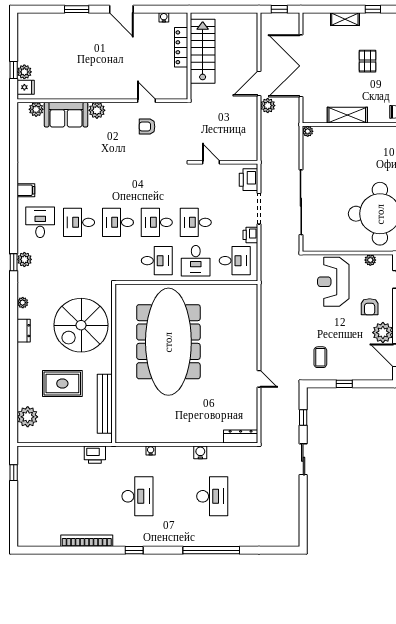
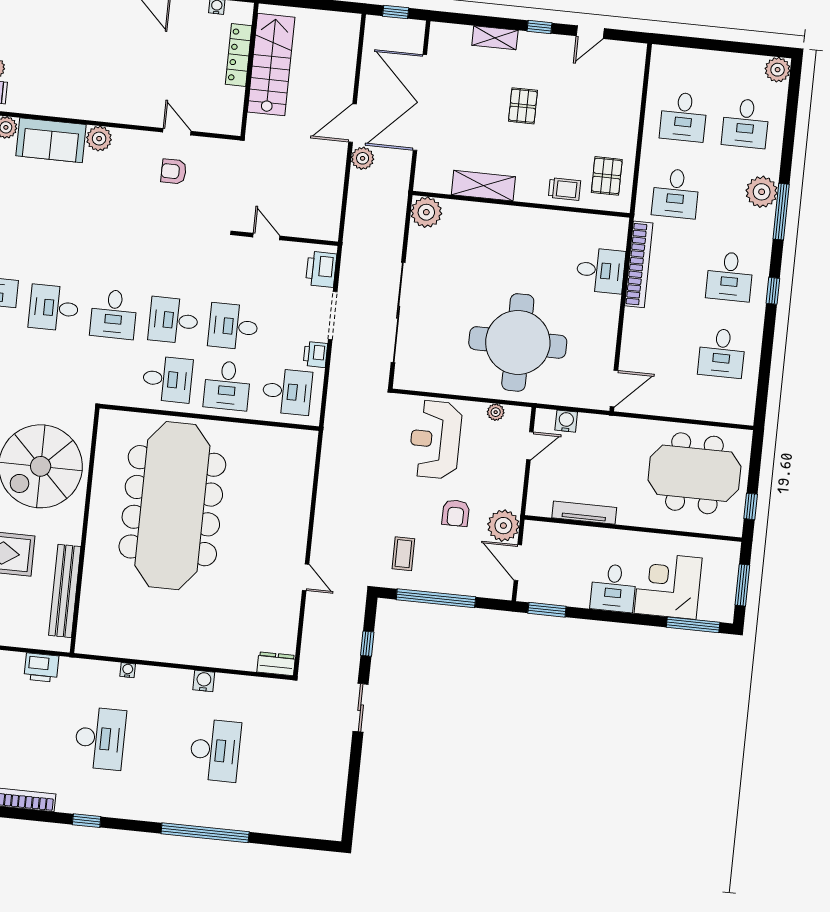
plant: (308, 131) -> (426, 212), width x1.87, depth x1.87
desk: (118, 222) -> (114, 314), turned -90
armchair: (370, 307) -> (456, 513), moved
window: (344, 384) -> (436, 598), width x3.17
dresser: (241, 437) -> (276, 664), width x0.70

